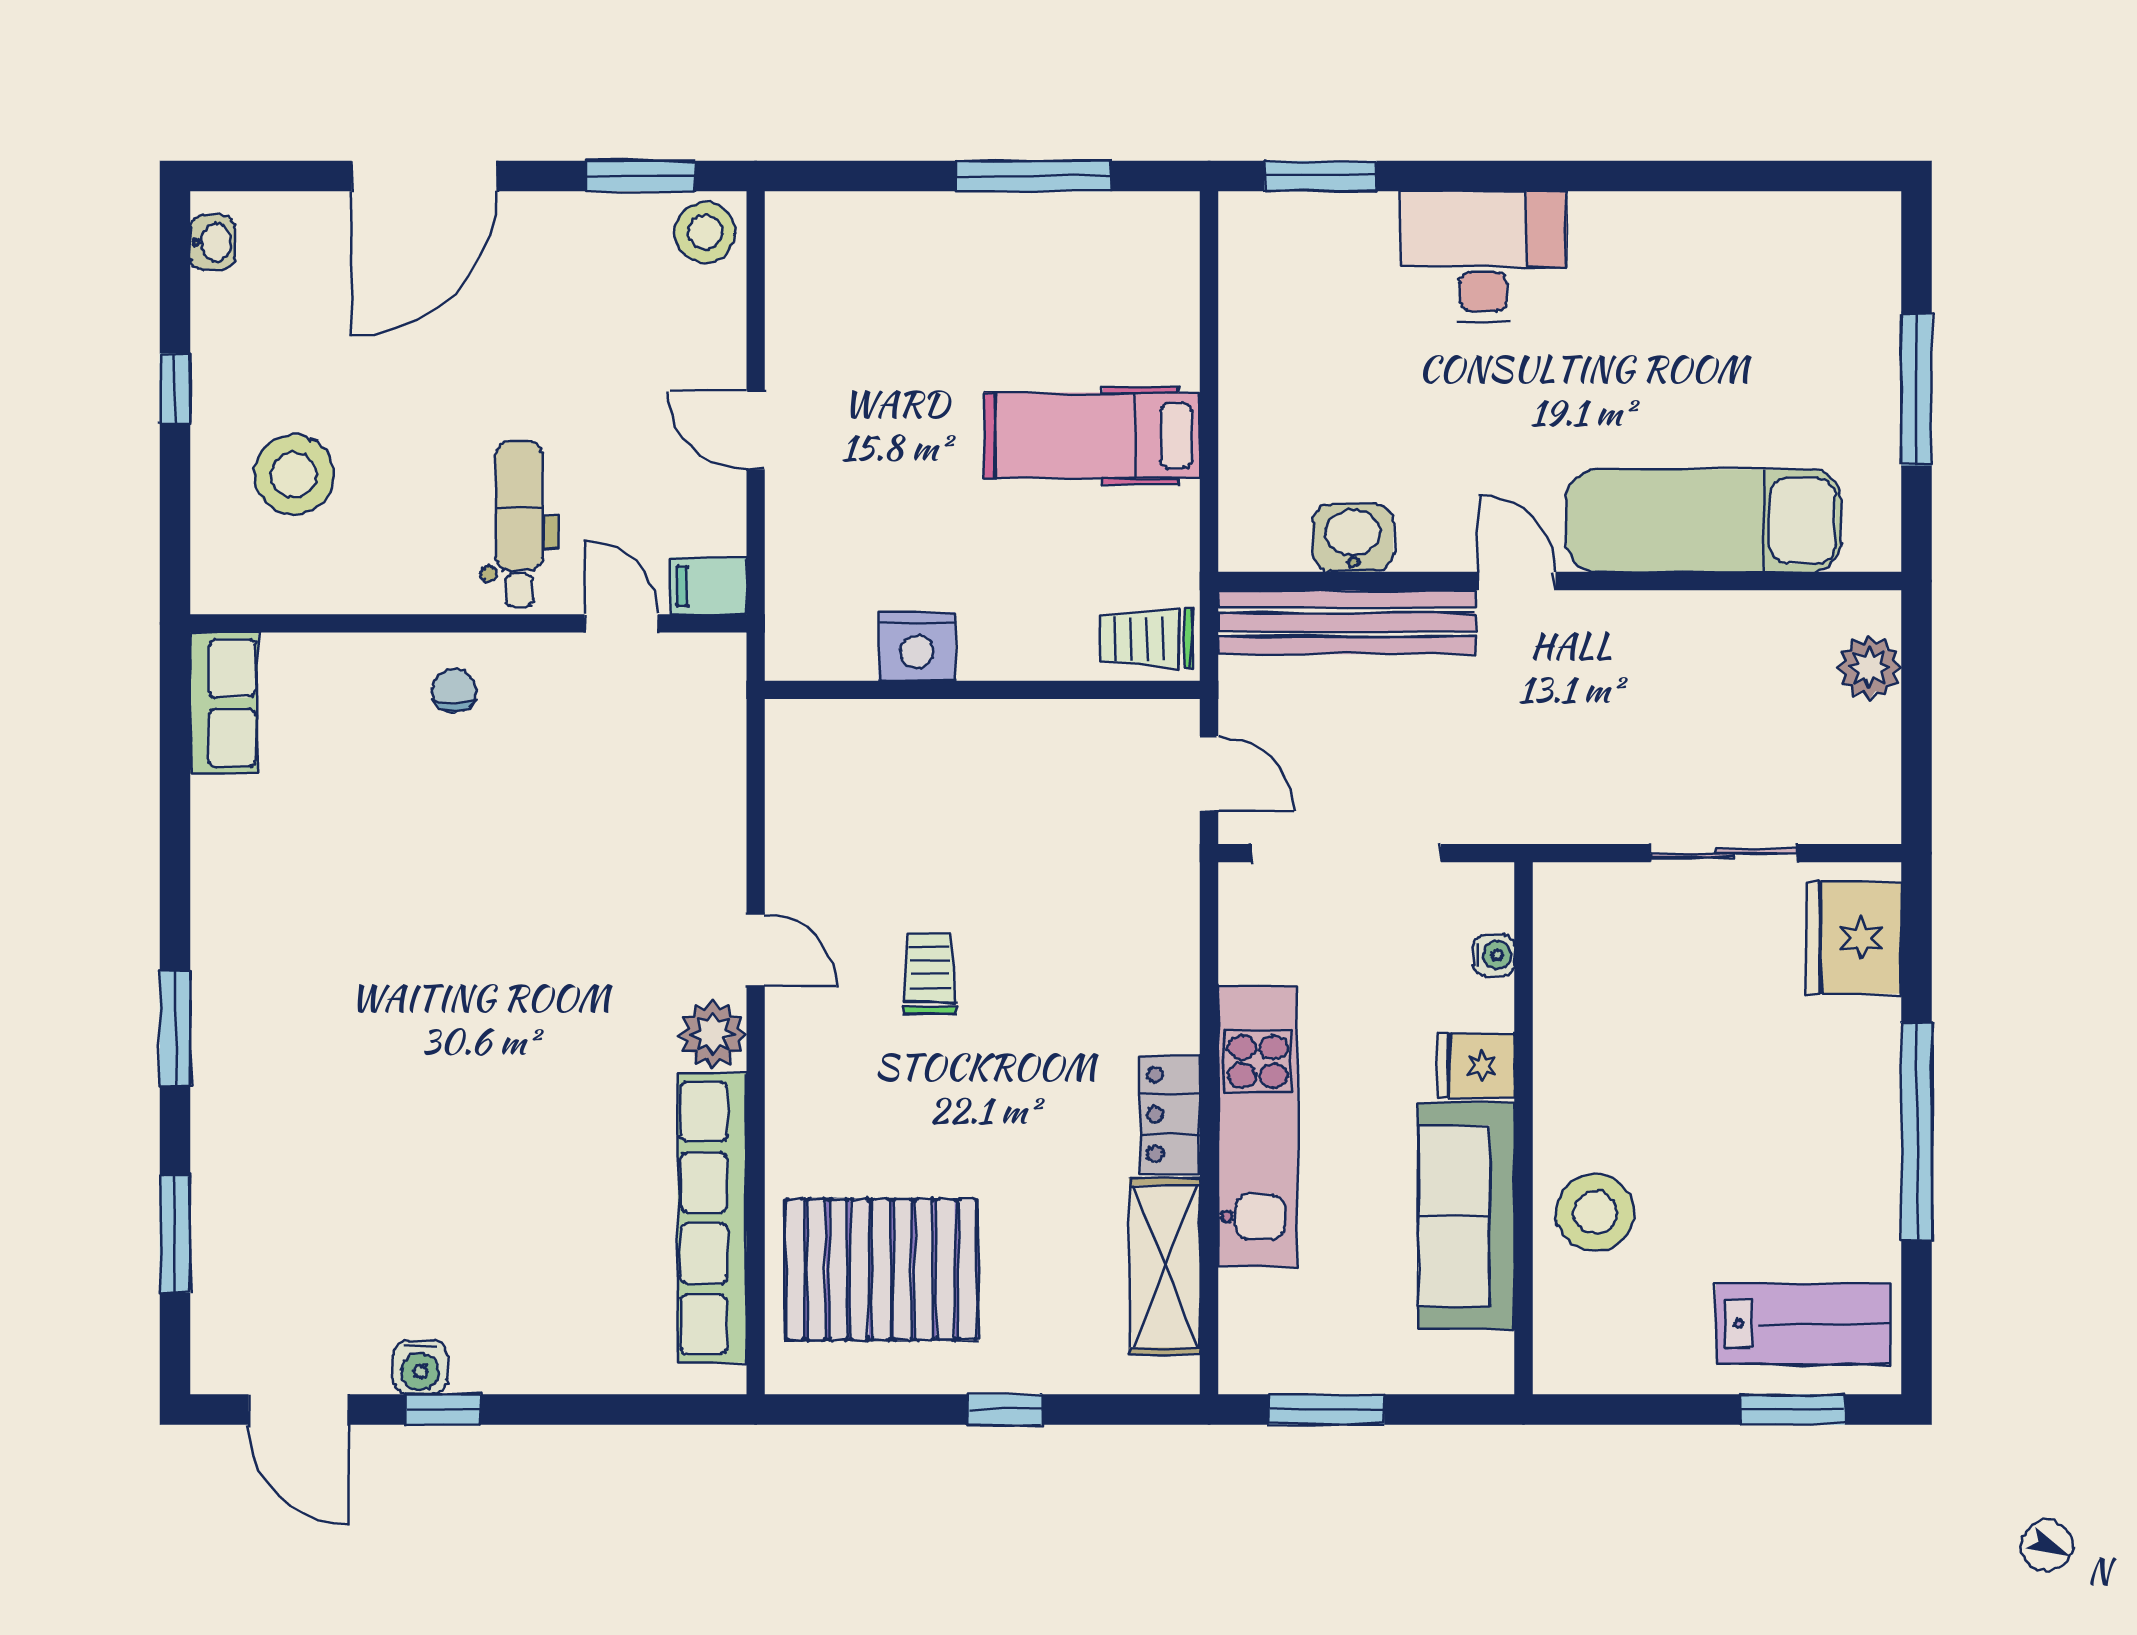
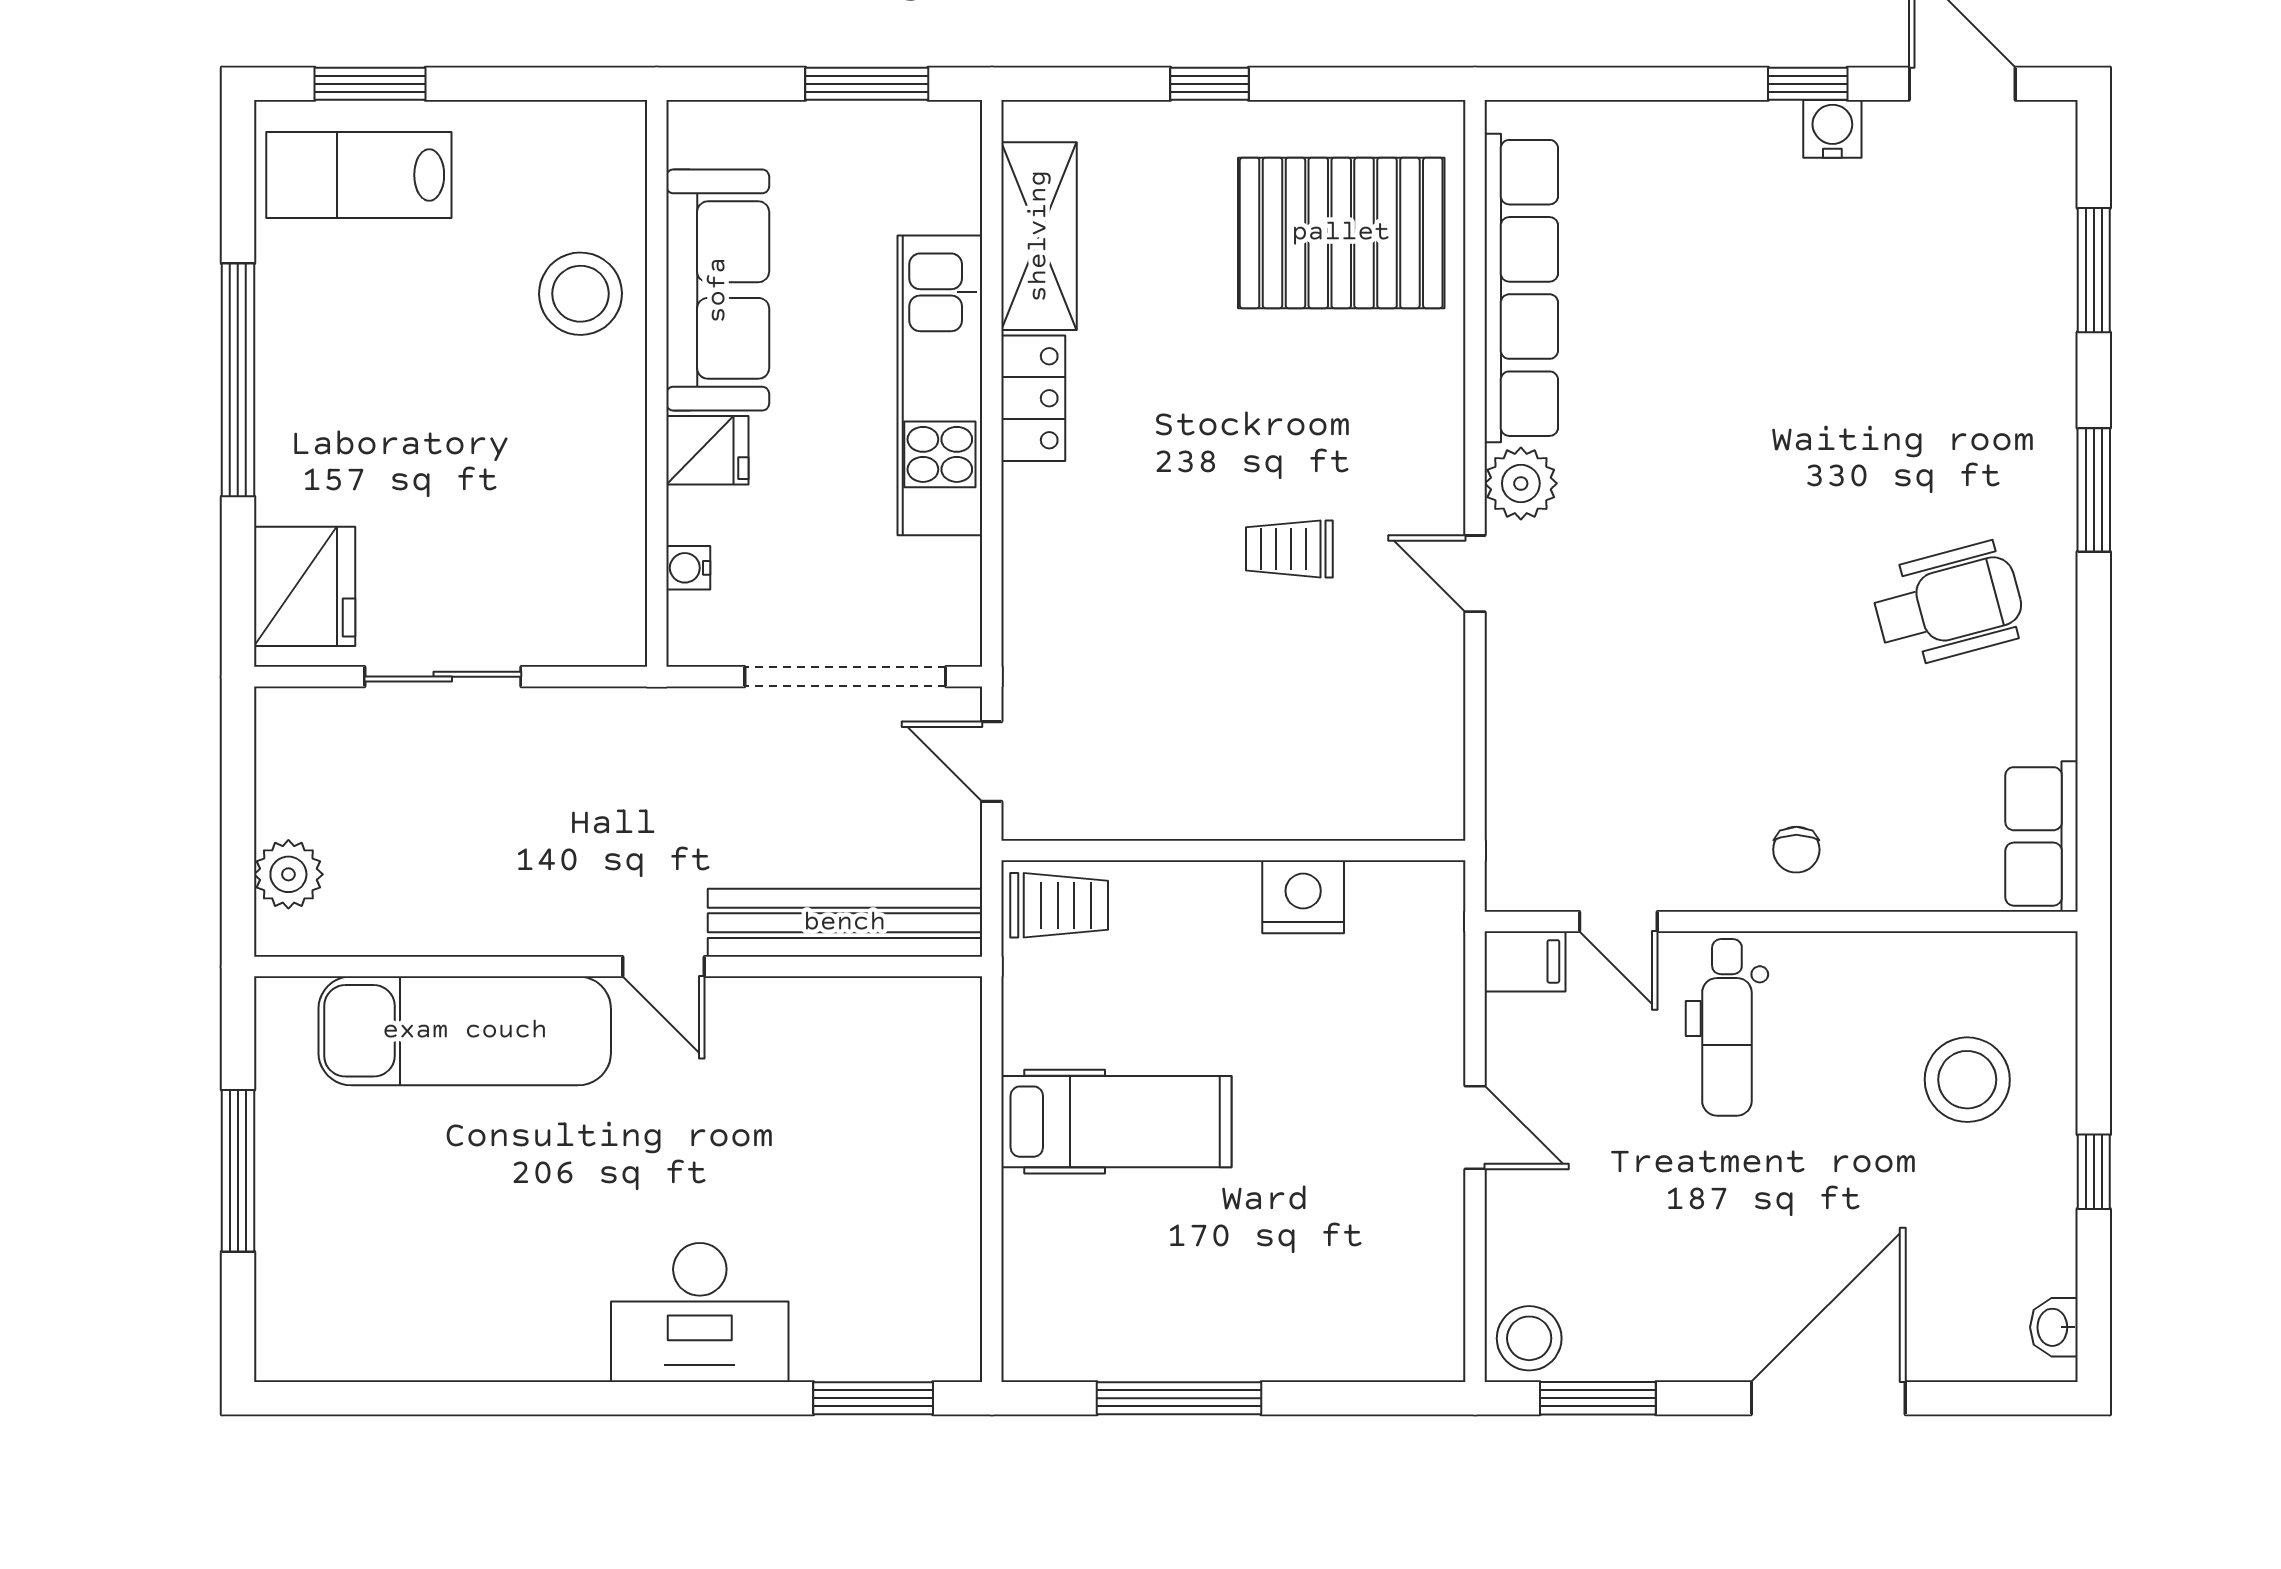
washbasin: (1353, 538) -> (839, 1013), removed
wheelchair: (312, 921) -> (1948, 604), added
trolley: (930, 973) -> (1289, 549), turned 90

